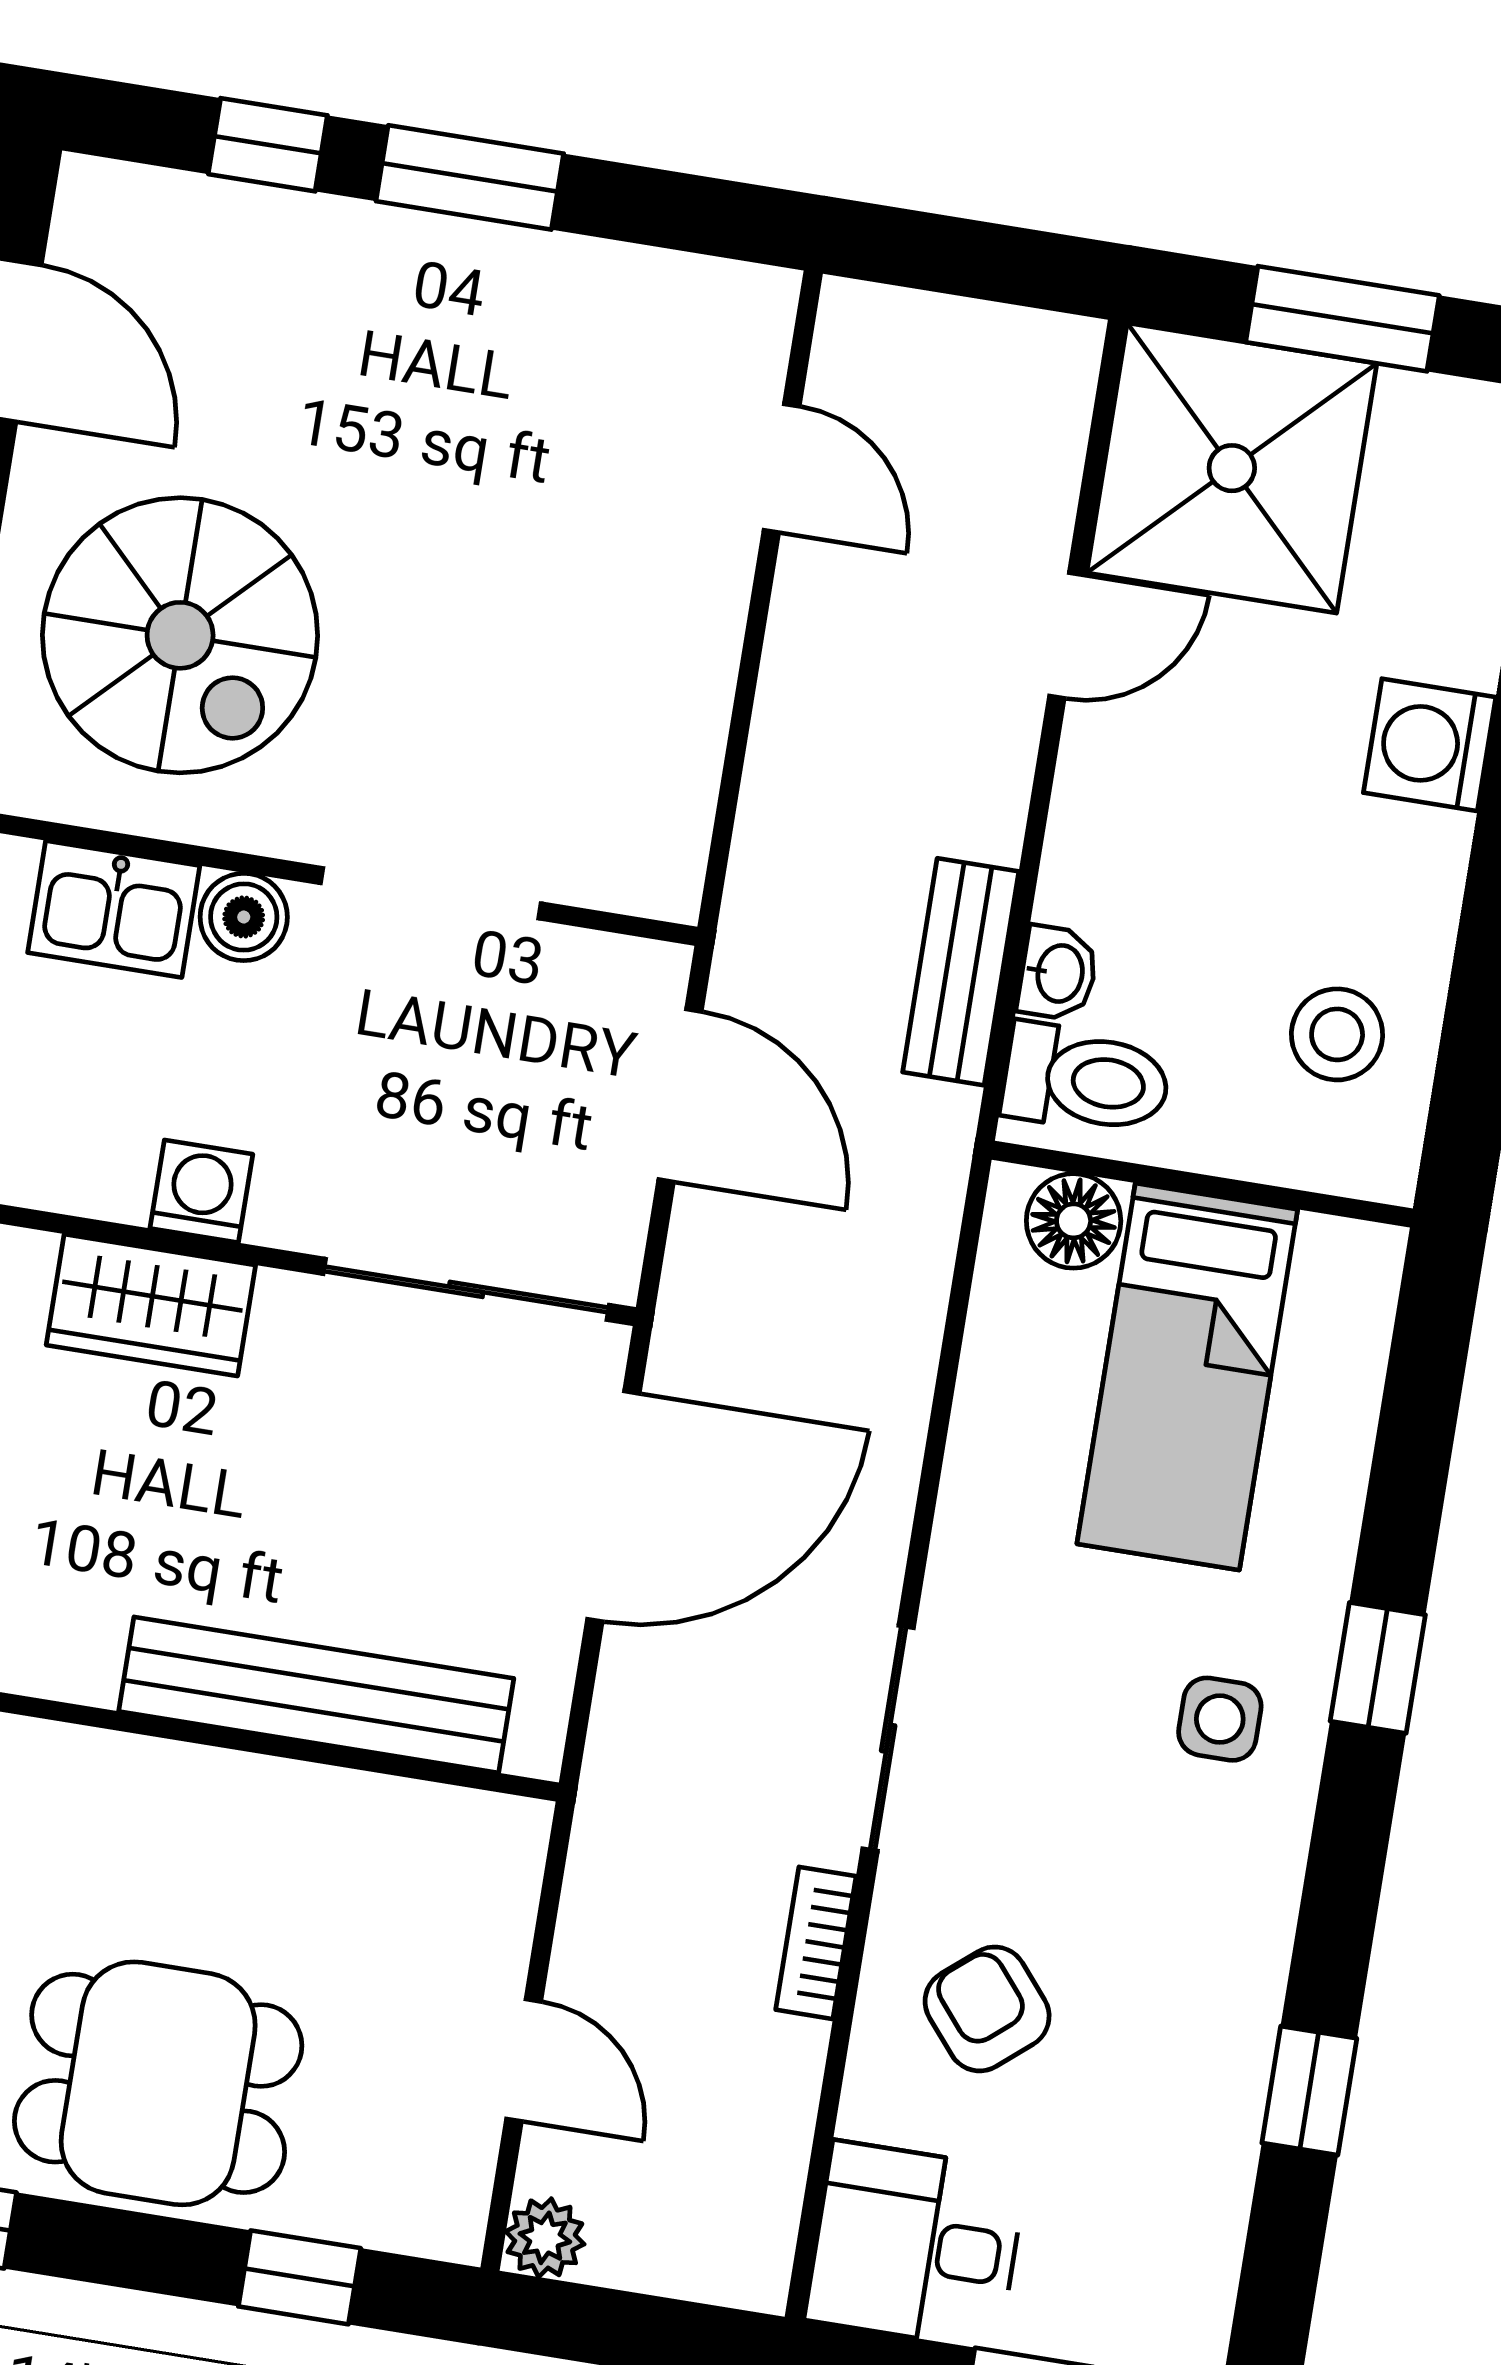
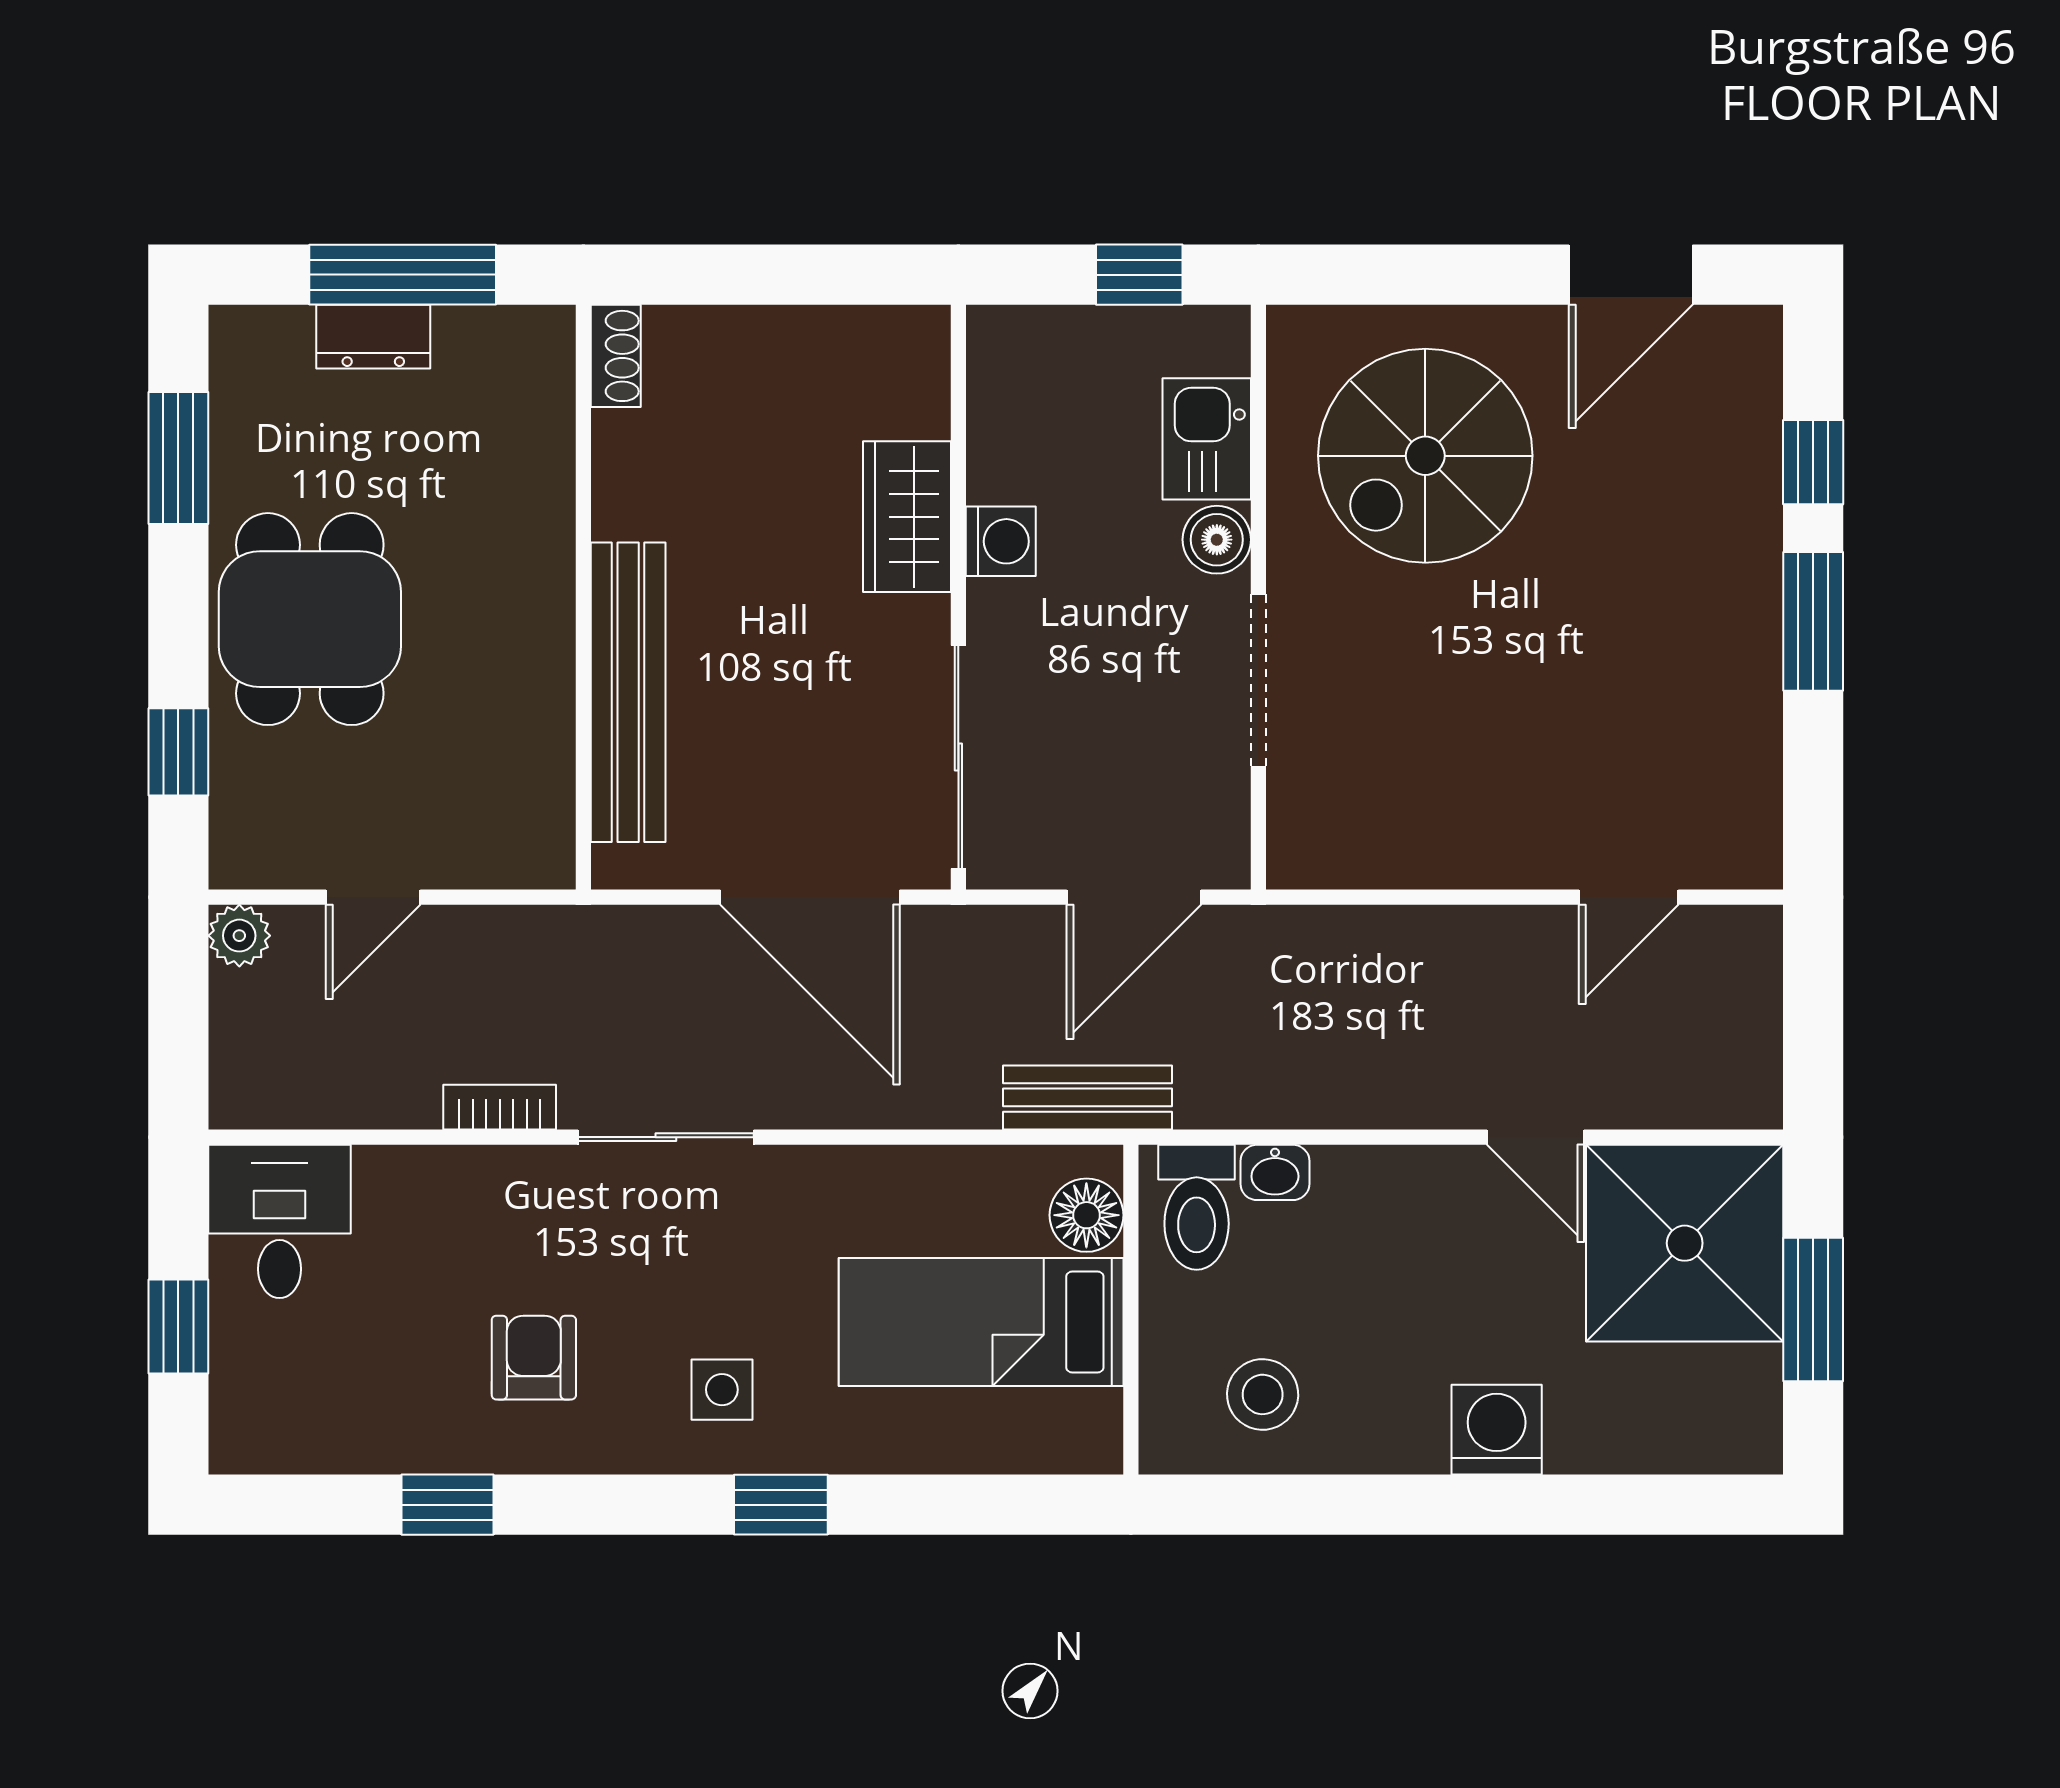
bench: (961, 972) -> (1088, 1097), moved
armchair: (987, 2009) -> (534, 1358), moved, turned -50

